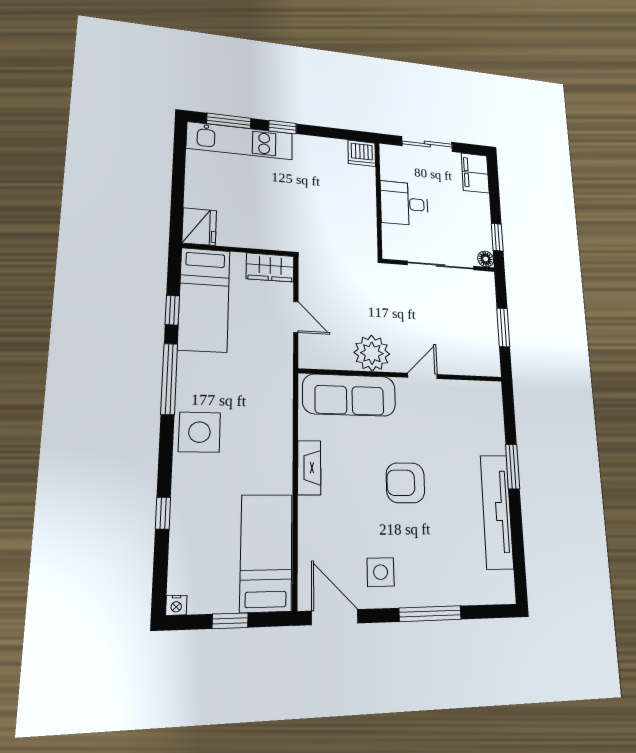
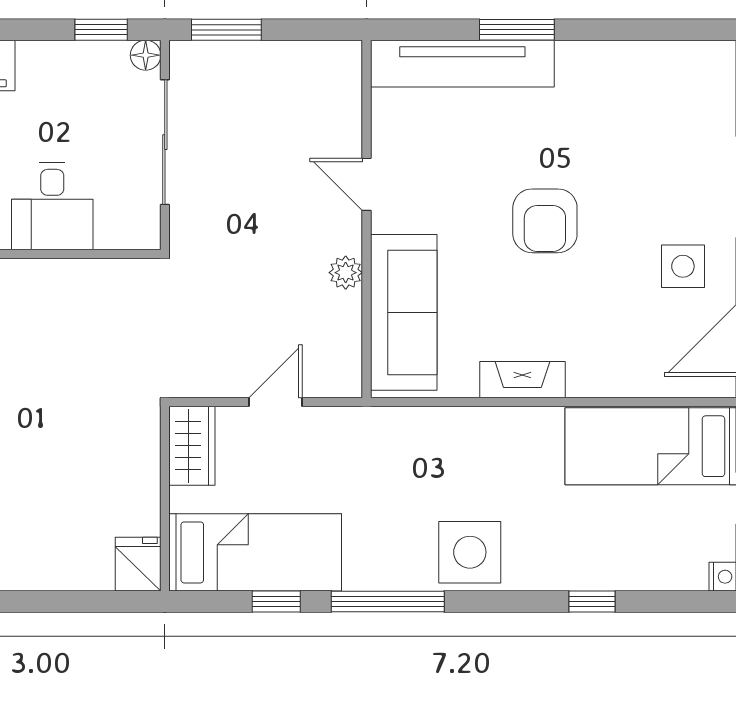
fridge: (199, 227) -> (138, 564), width x0.72
window: (503, 327) -> (226, 30), moved
plant: (372, 353) -> (346, 273), width x0.53, depth x0.53
tv unit: (497, 511) -> (462, 64), moved

